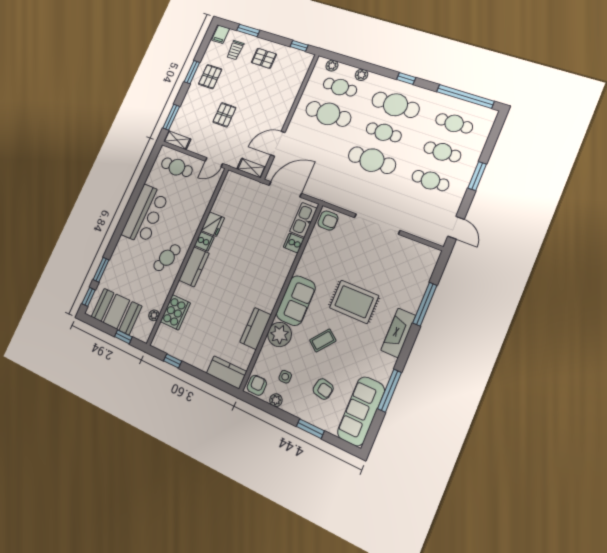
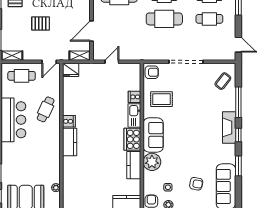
pallet: (224, 115) -> (41, 23), turned 90
door: (285, 189) -> (112, 62), width x0.53
kitchen sink: (303, 220) -> (134, 115), moved
fridge: (213, 224) -> (71, 70), moved, turned 90
cafe table: (167, 258) -> (46, 109), moved
rug: (354, 302) -> (161, 99), moved, width x0.73, depth x0.70
cooker: (175, 312) -> (132, 139), moved, turned 180
coffee table: (323, 340) -> (223, 81), moved
window: (407, 349) -> (238, 135), added
window: (390, 391) -> (238, 166), width x0.69

